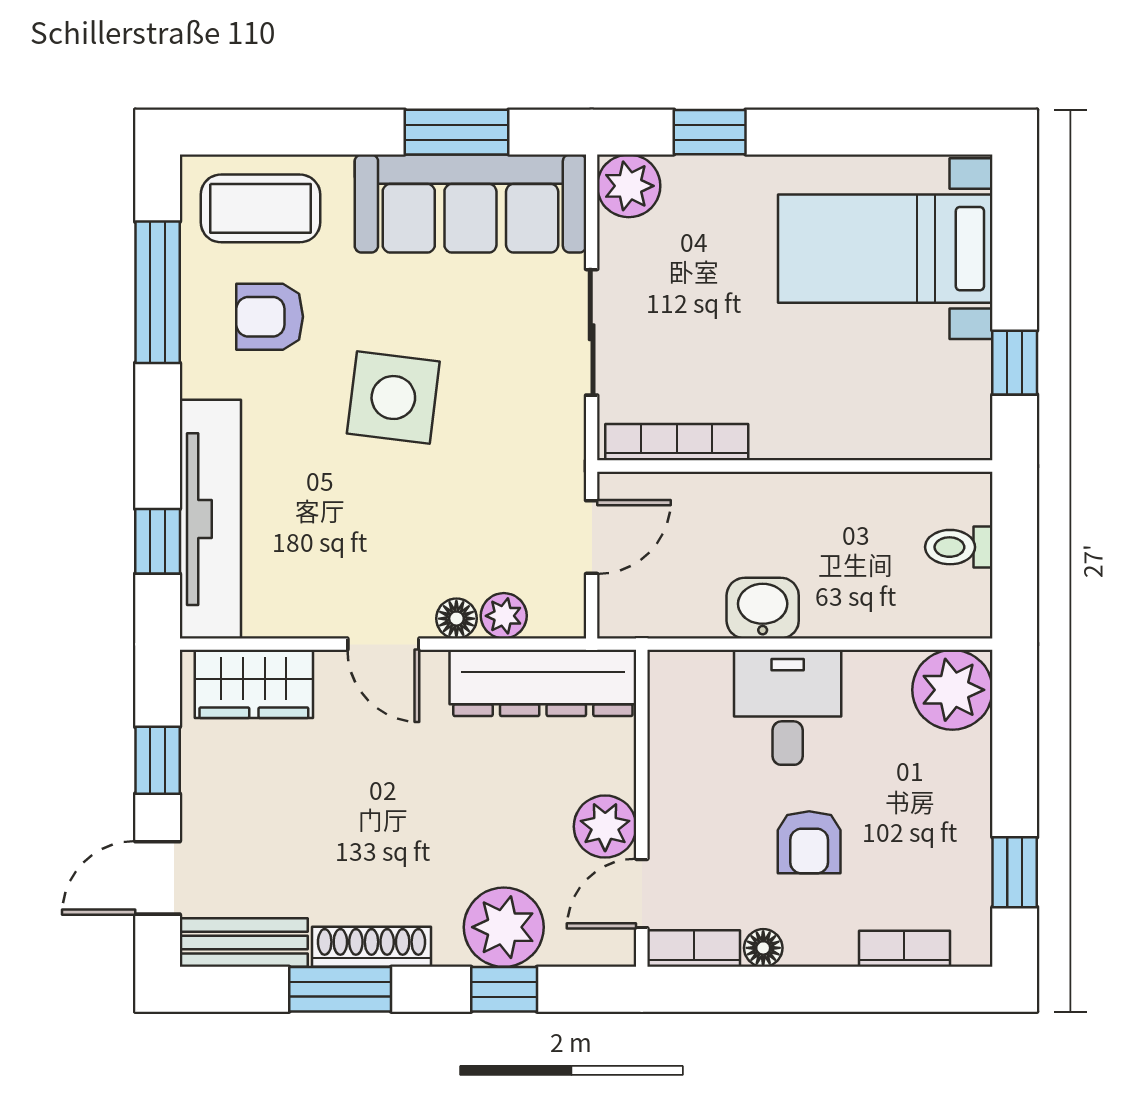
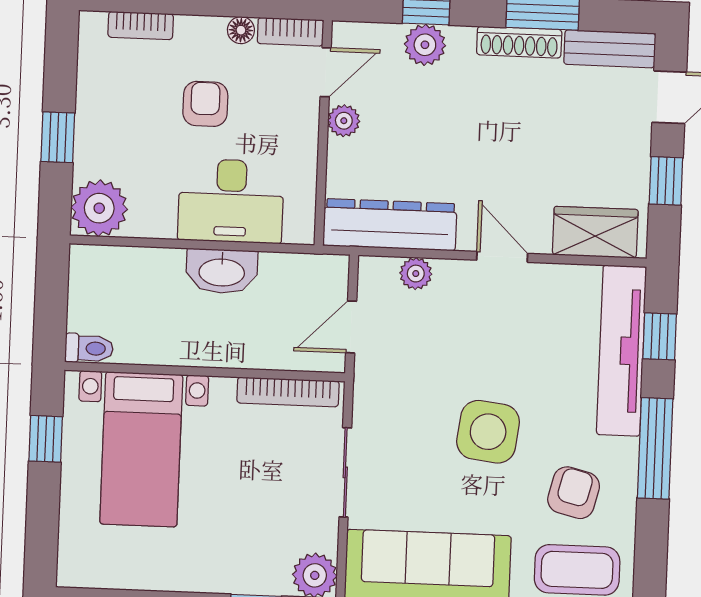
bed with nightstands: (885, 249) -> (141, 449), moved, turned 90
window: (158, 292) -> (655, 448), moved
armchair: (270, 317) -> (574, 493), turned -76
toilet: (959, 547) -> (89, 348), moved
washbasin: (763, 608) -> (222, 271), width x1.38
floor lamp: (456, 619) -> (450, 273), removed
desk: (788, 707) -> (231, 201), width x1.37
plant: (605, 827) -> (344, 121), width x0.73, depth x0.73
window: (1015, 872) -> (58, 137), moved
plant: (504, 927) -> (425, 45), width x0.73, depth x0.73

